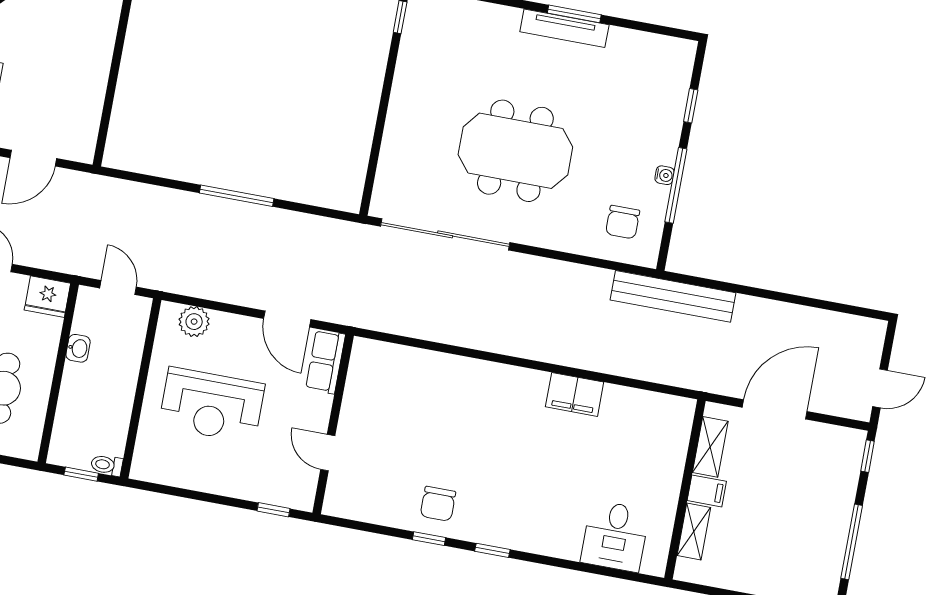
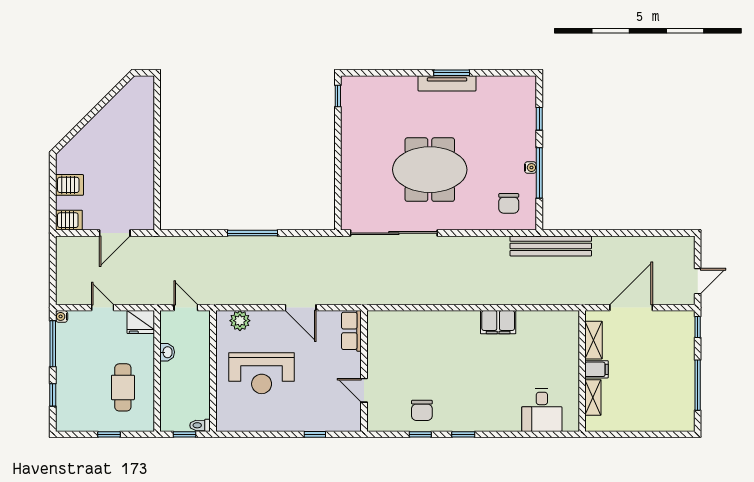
row of seats: (326, 362) -> (351, 331), moved
wall: (333, 424) -> (364, 371), moved
door: (328, 453) -> (364, 390), moved

